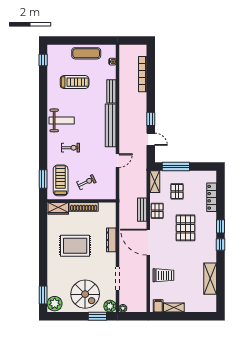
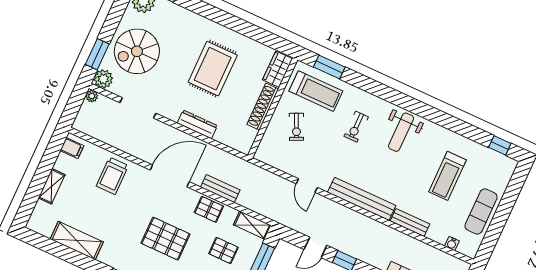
shelving: (174, 307) -> (52, 186), moved

